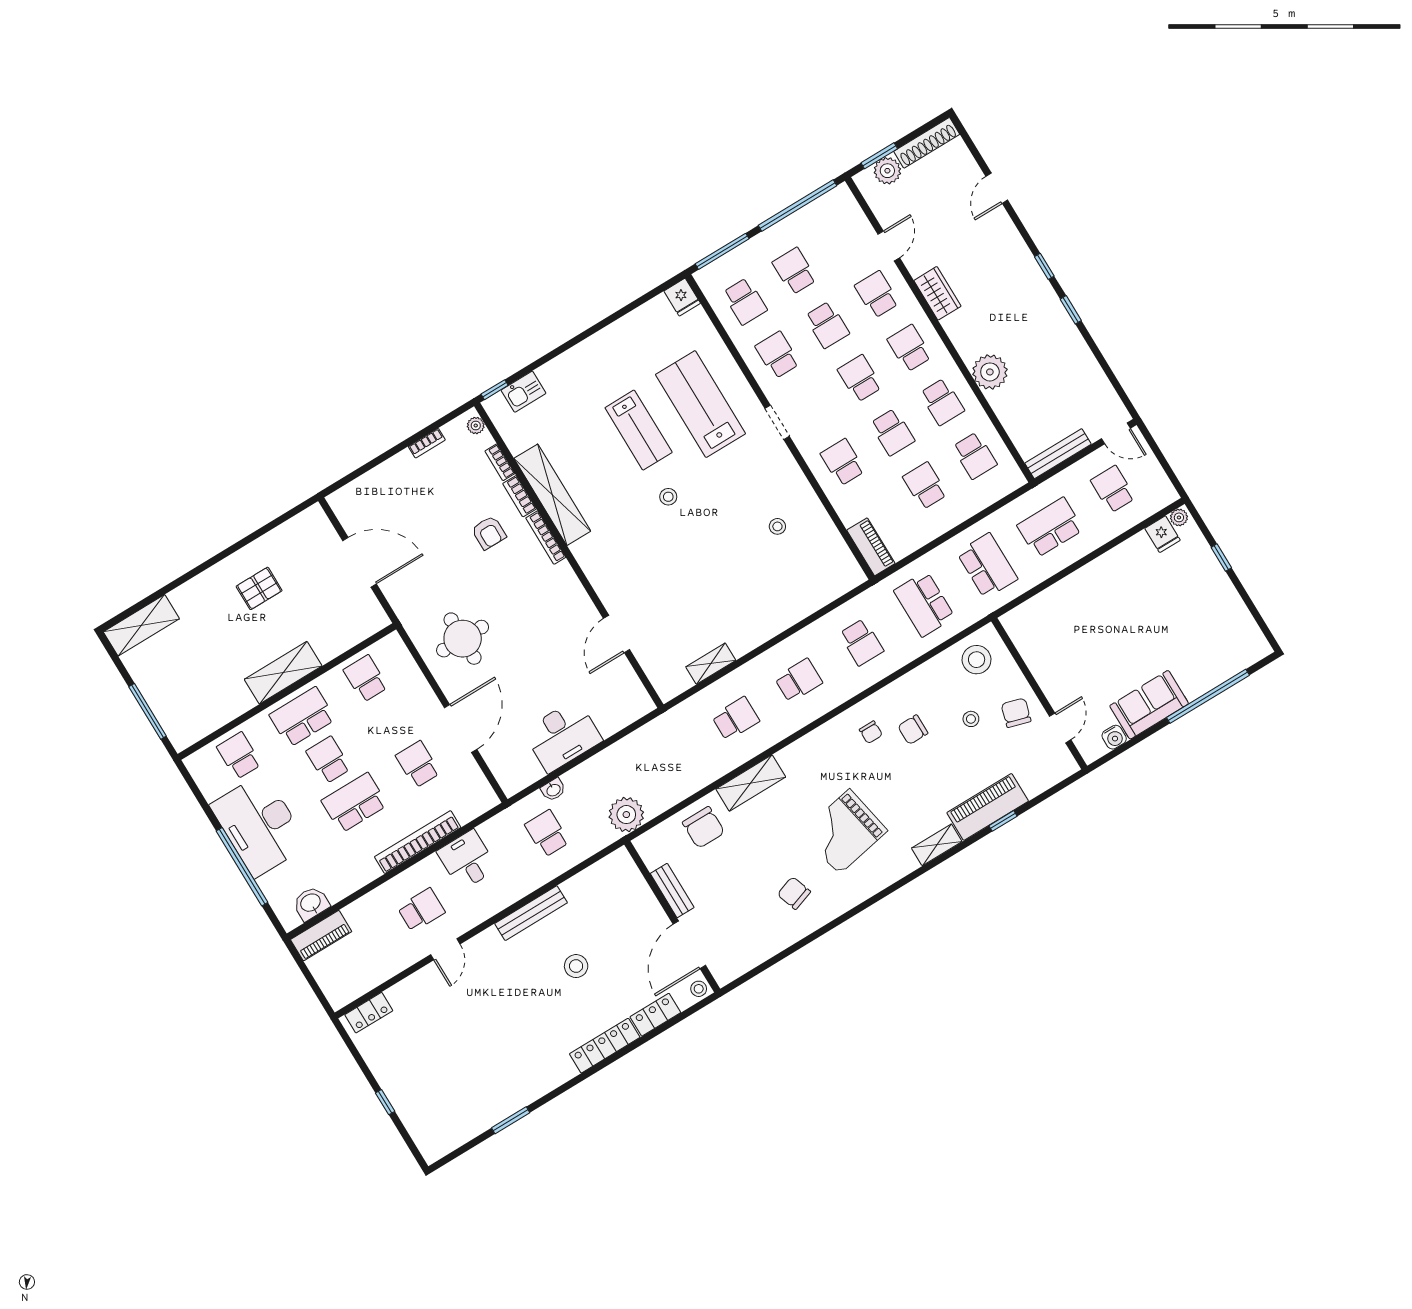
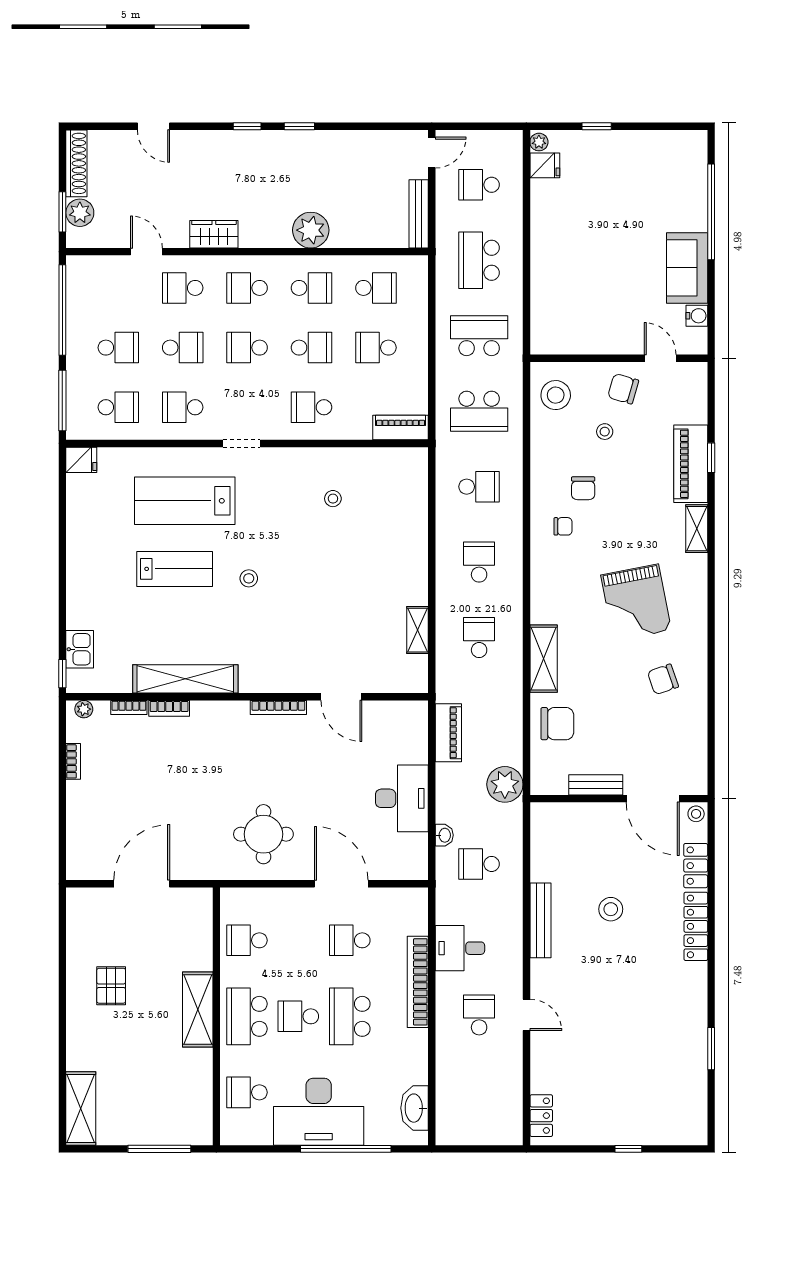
school desk: (795, 271) -> (118, 348), turned 180
armchair: (489, 533) -> (185, 755), removed
bookcase: (546, 538) -> (278, 707), moved
washbasin: (311, 903) -> (415, 1108), width x1.38
piano: (321, 936) -> (448, 733), moved

